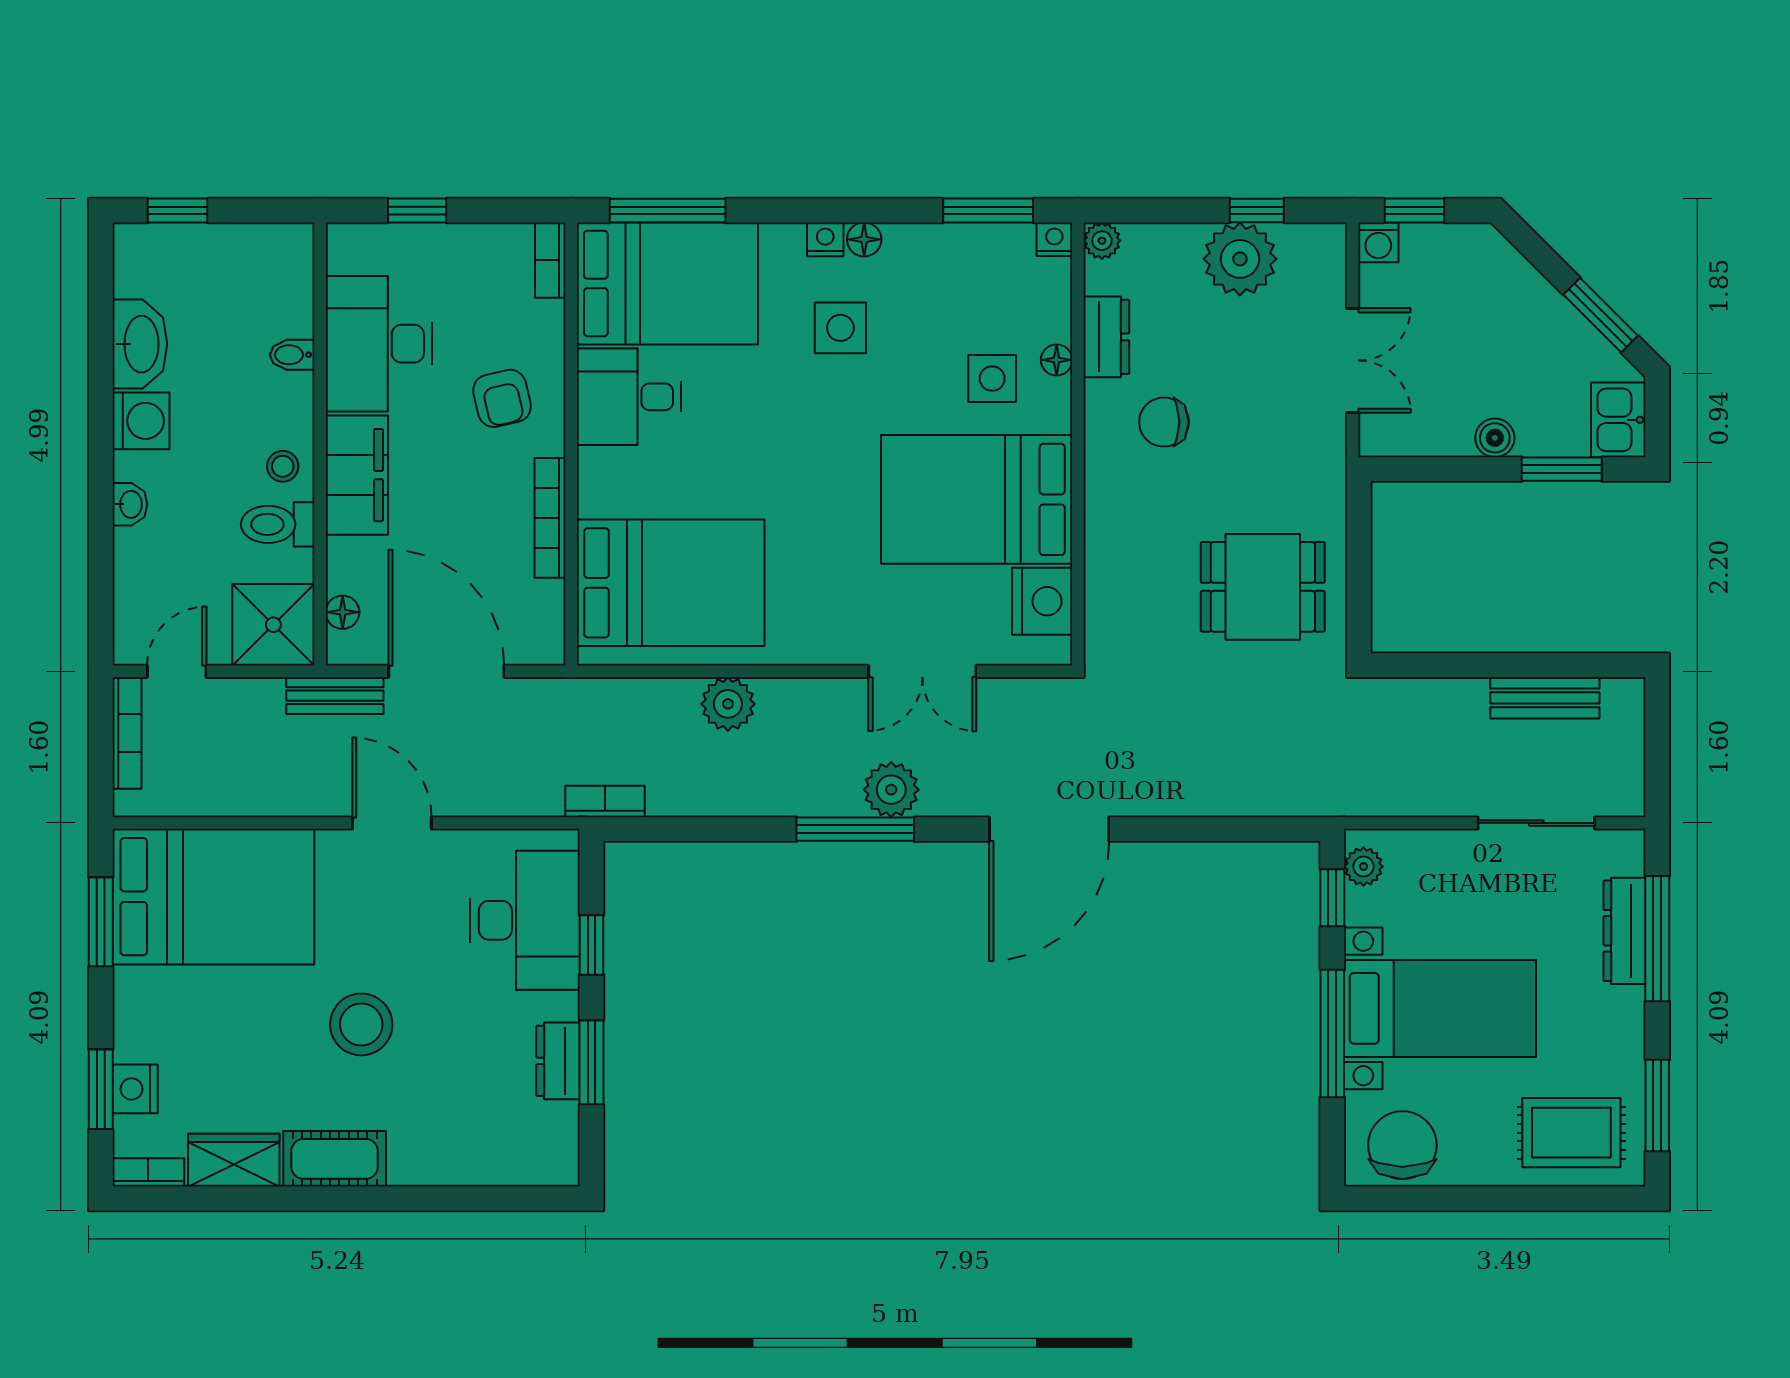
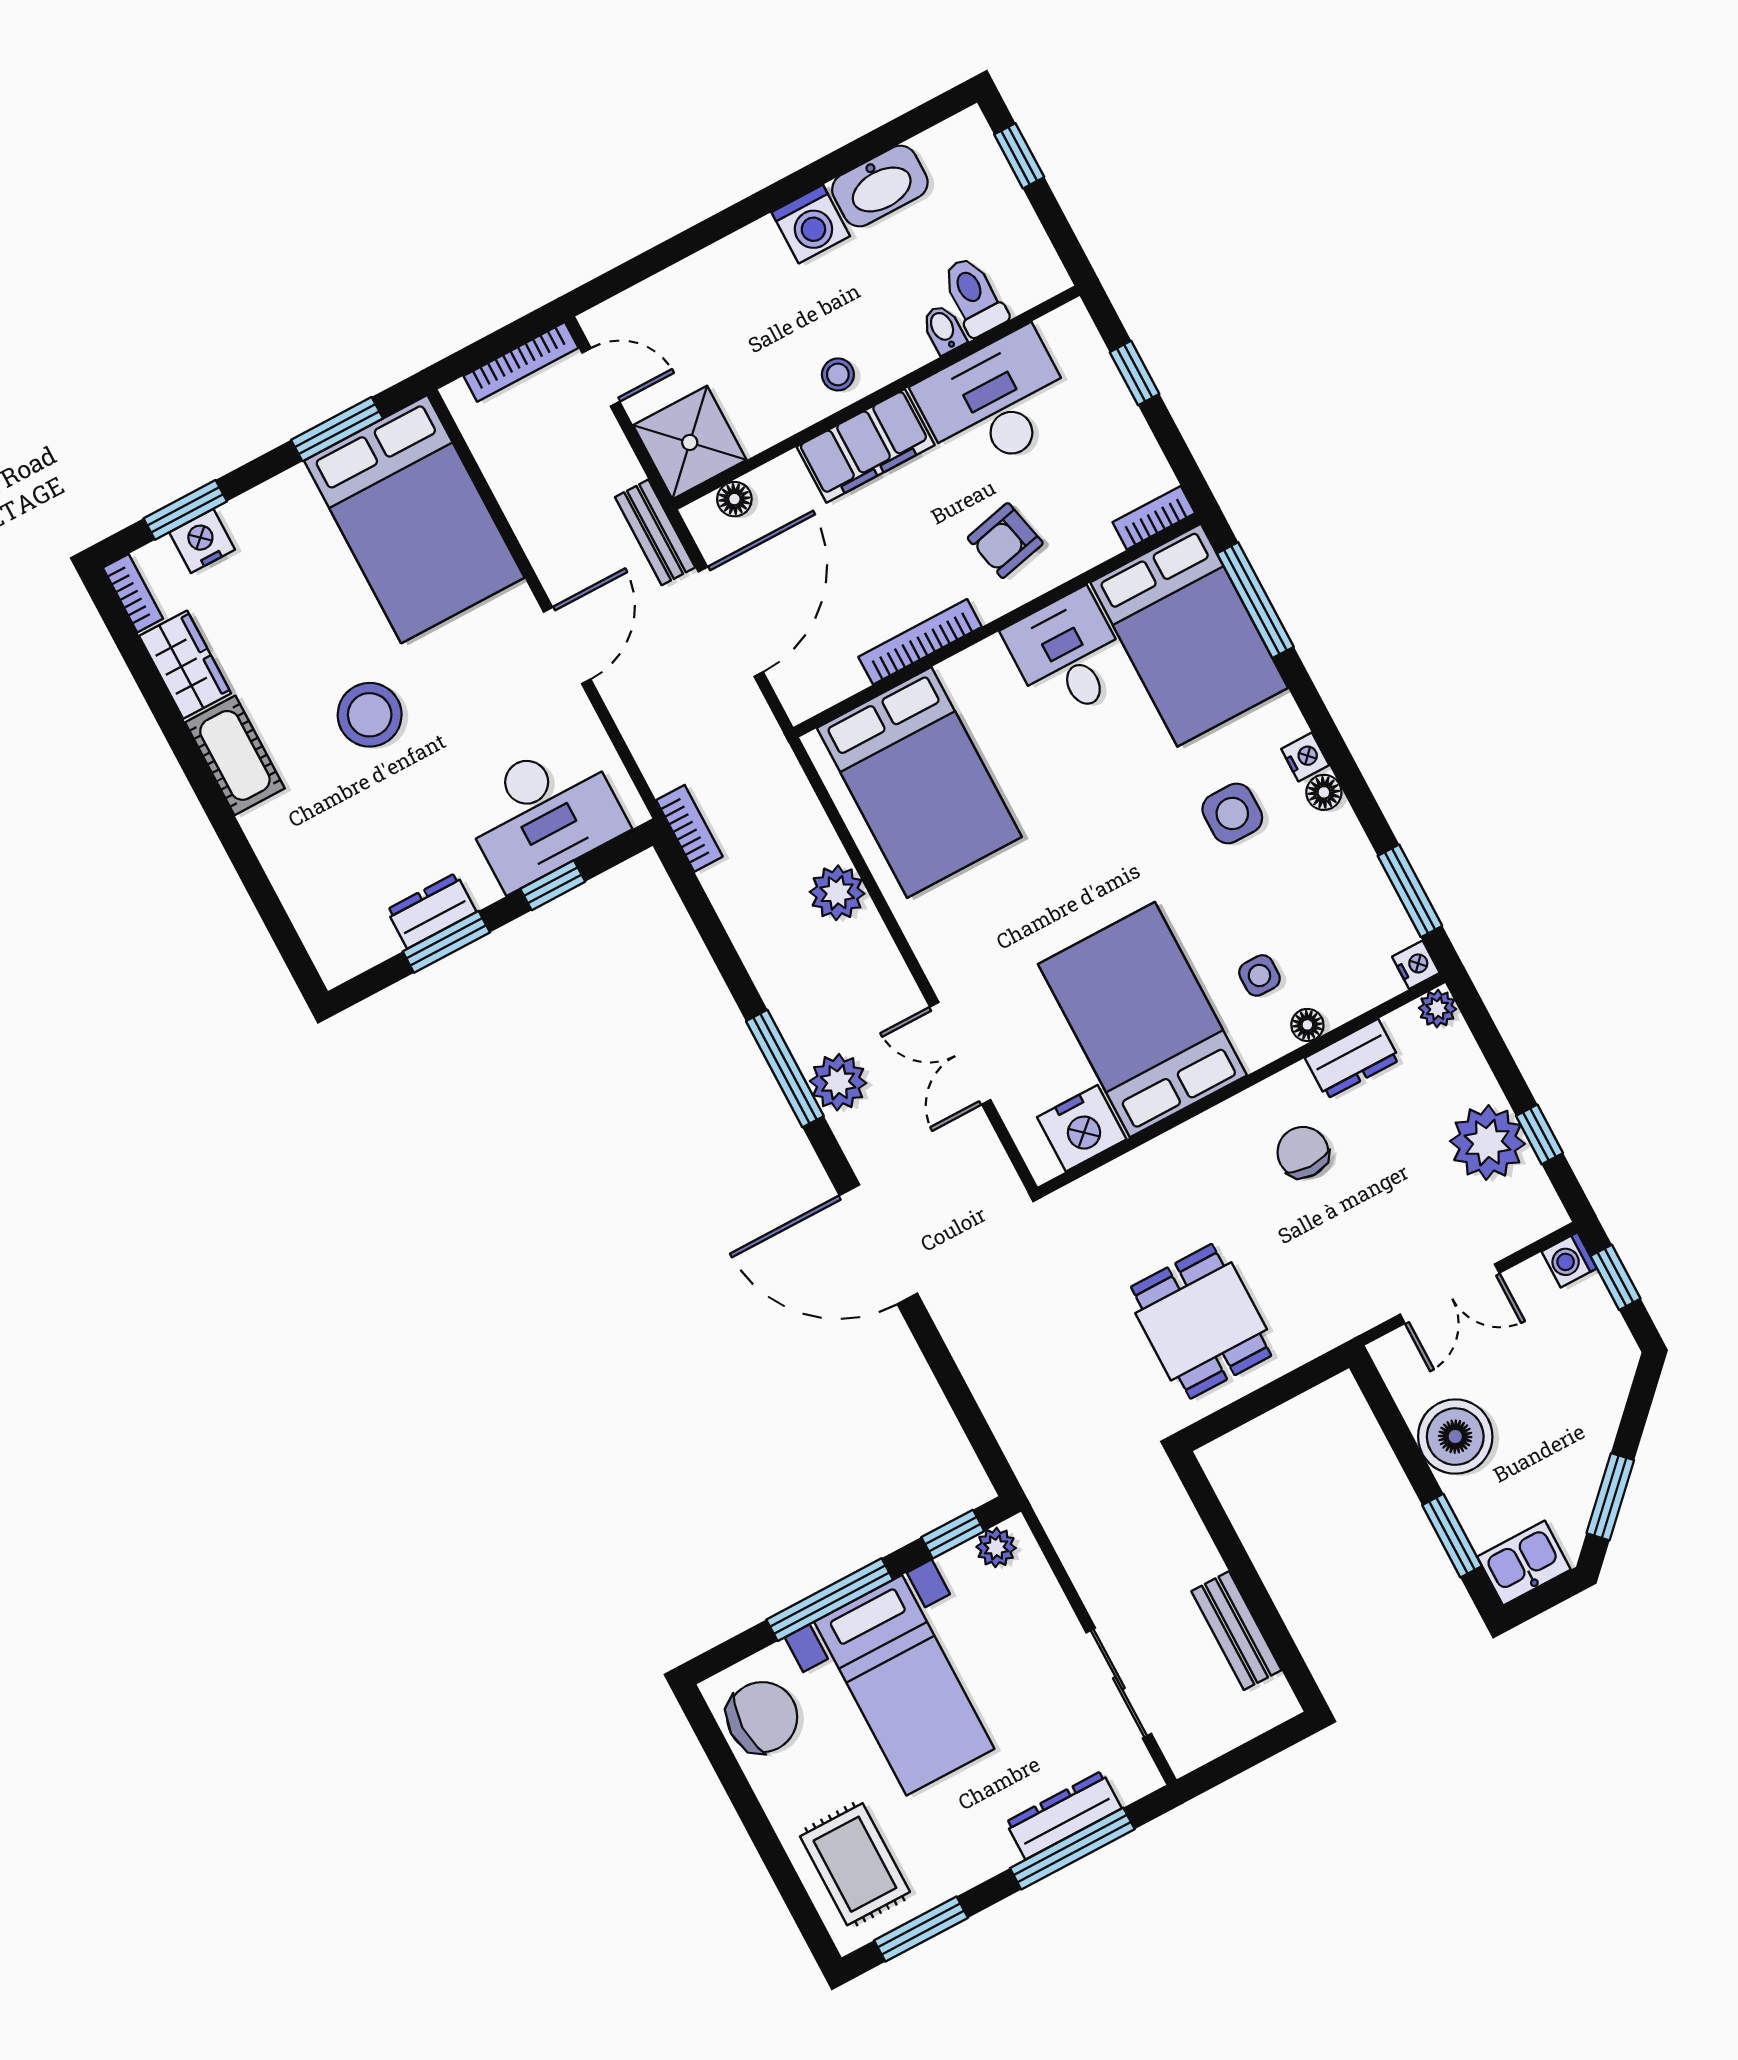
side table: (992, 379) -> (1259, 975), width x0.73, depth x0.73
boiler: (1495, 438) -> (1455, 1437), width x1.86, depth x1.86
washbasin: (130, 504) -> (730, 254), removed
toilet: (278, 524) -> (974, 296), moved

